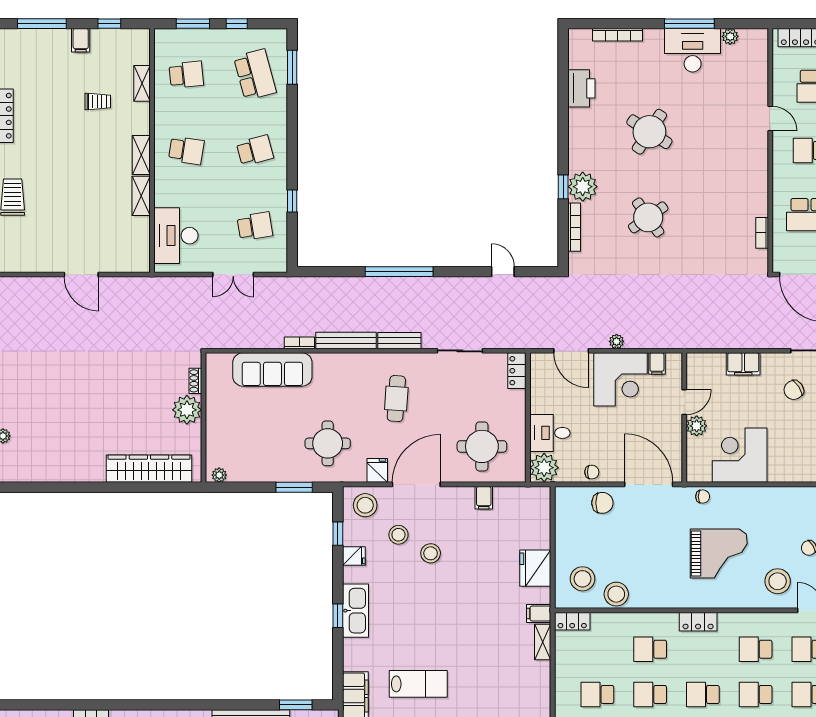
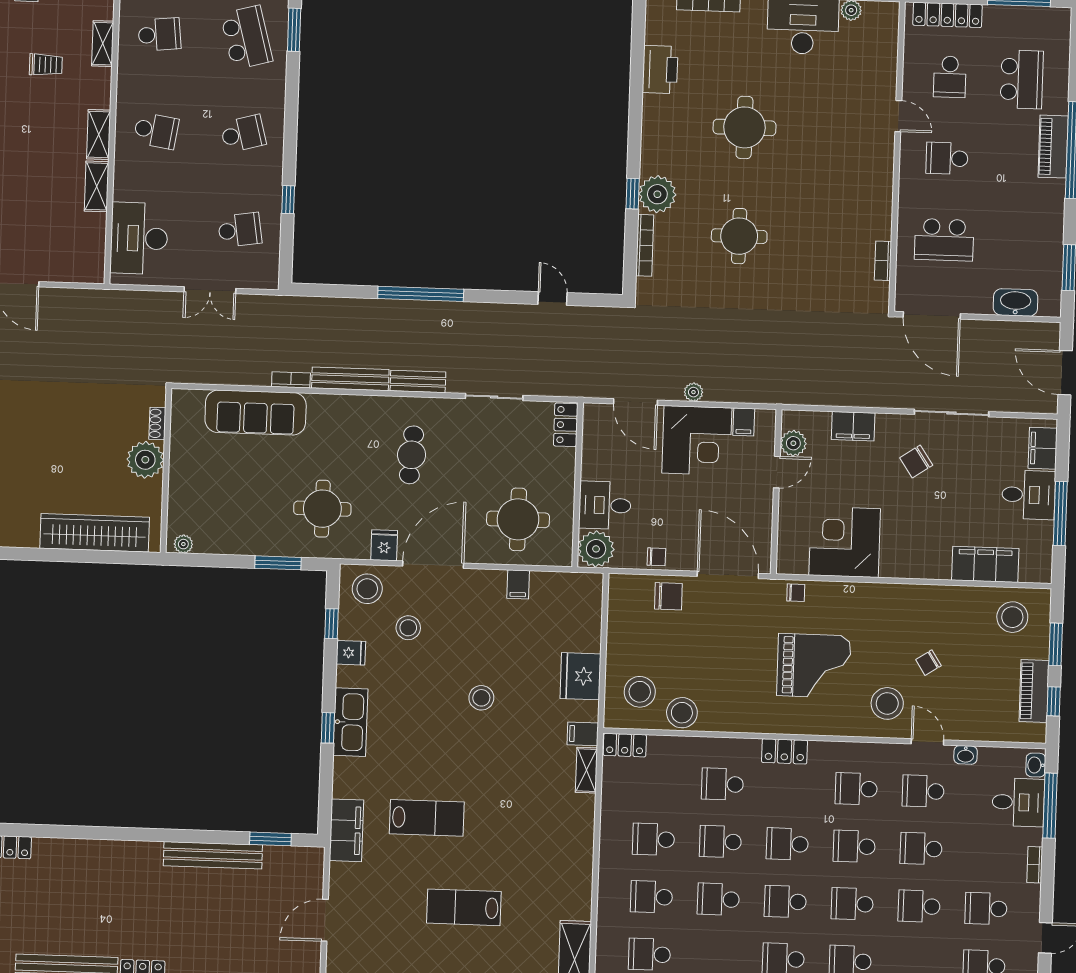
round table: (649, 132) -> (744, 127), turned -33
round table: (648, 217) -> (739, 236), turned 35
plant: (697, 426) -> (793, 443), moved
stool: (431, 553) -> (481, 698), moved

